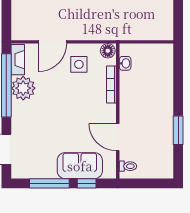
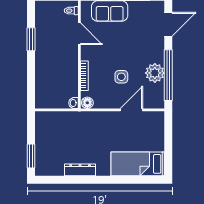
fireplace: (18, 60) -> (159, 96), removed
washbasin: (125, 63) -> (73, 103), moved
side table: (79, 64) -> (121, 77), moved

